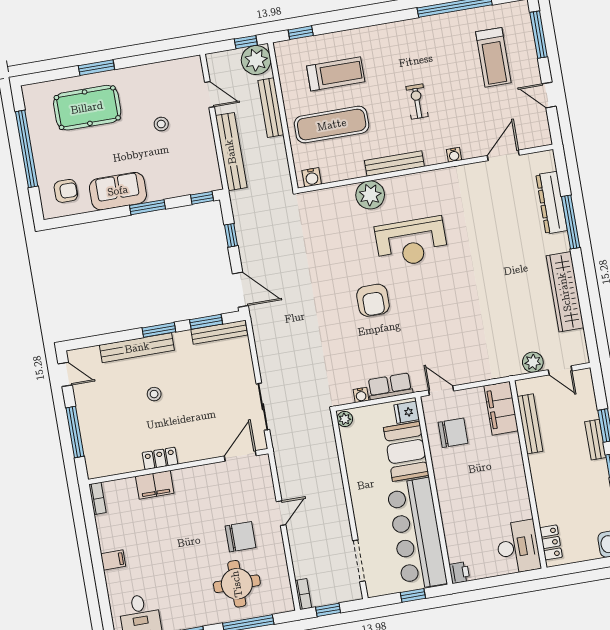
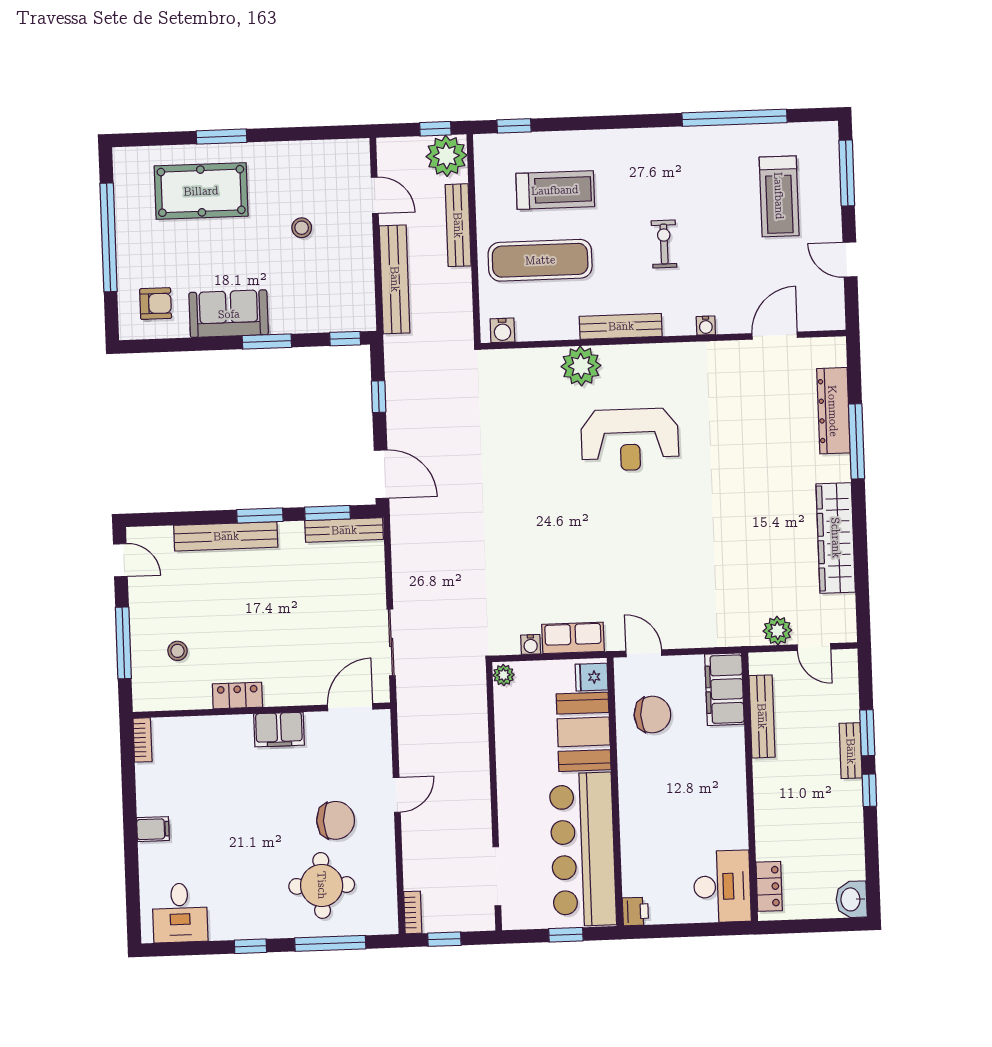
armchair: (373, 300) -> (565, 514), removed
stool: (154, 394) -> (177, 651), moved
filing cabinet: (155, 485) -> (279, 730), moved

